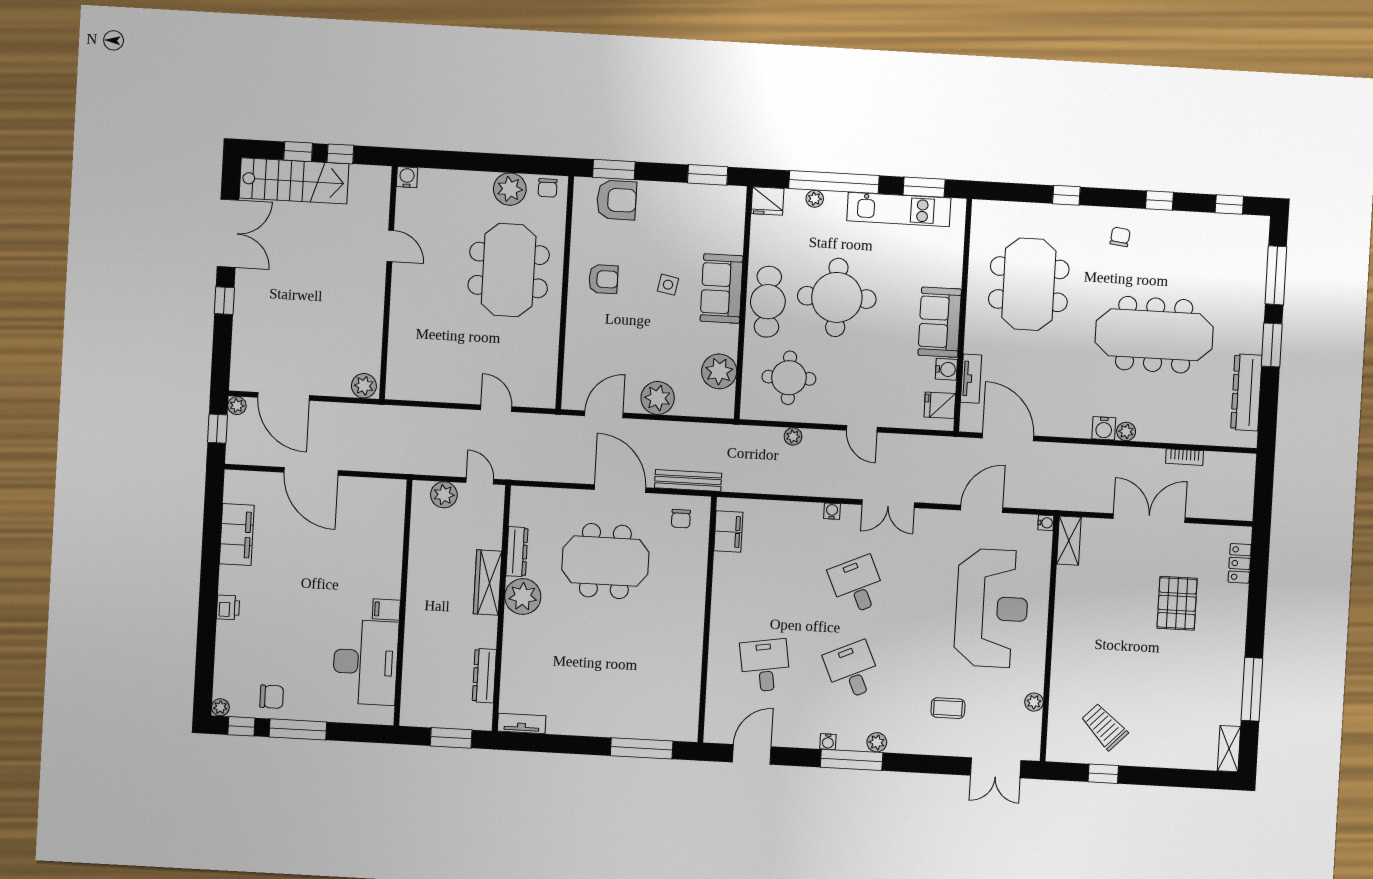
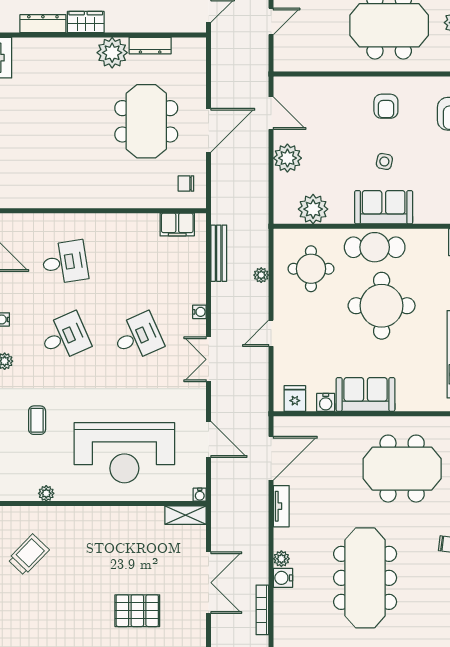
tv unit: (971, 379) -> (281, 506), moved, turned -90
water cooler: (1104, 428) -> (283, 578), moved
bookcase: (1185, 457) -> (262, 610), width x1.56
bench: (688, 480) -> (219, 253), moved
wardrobe: (488, 583) -> (86, 22), moved, width x0.67

